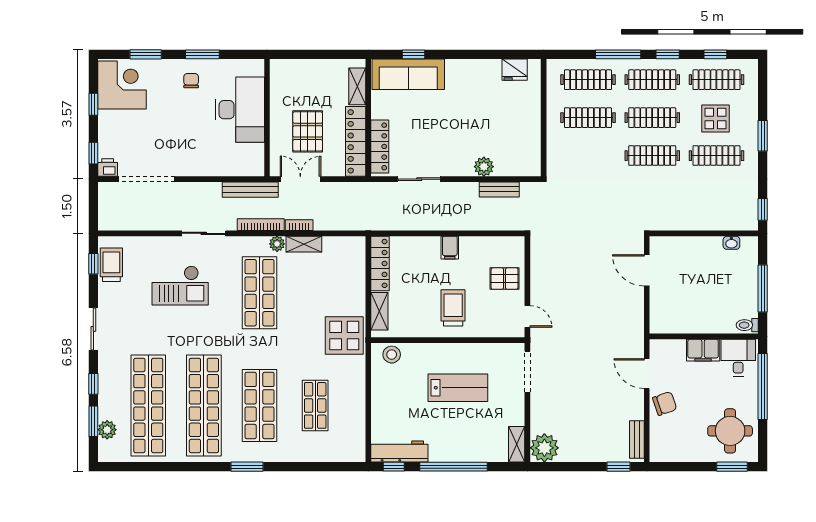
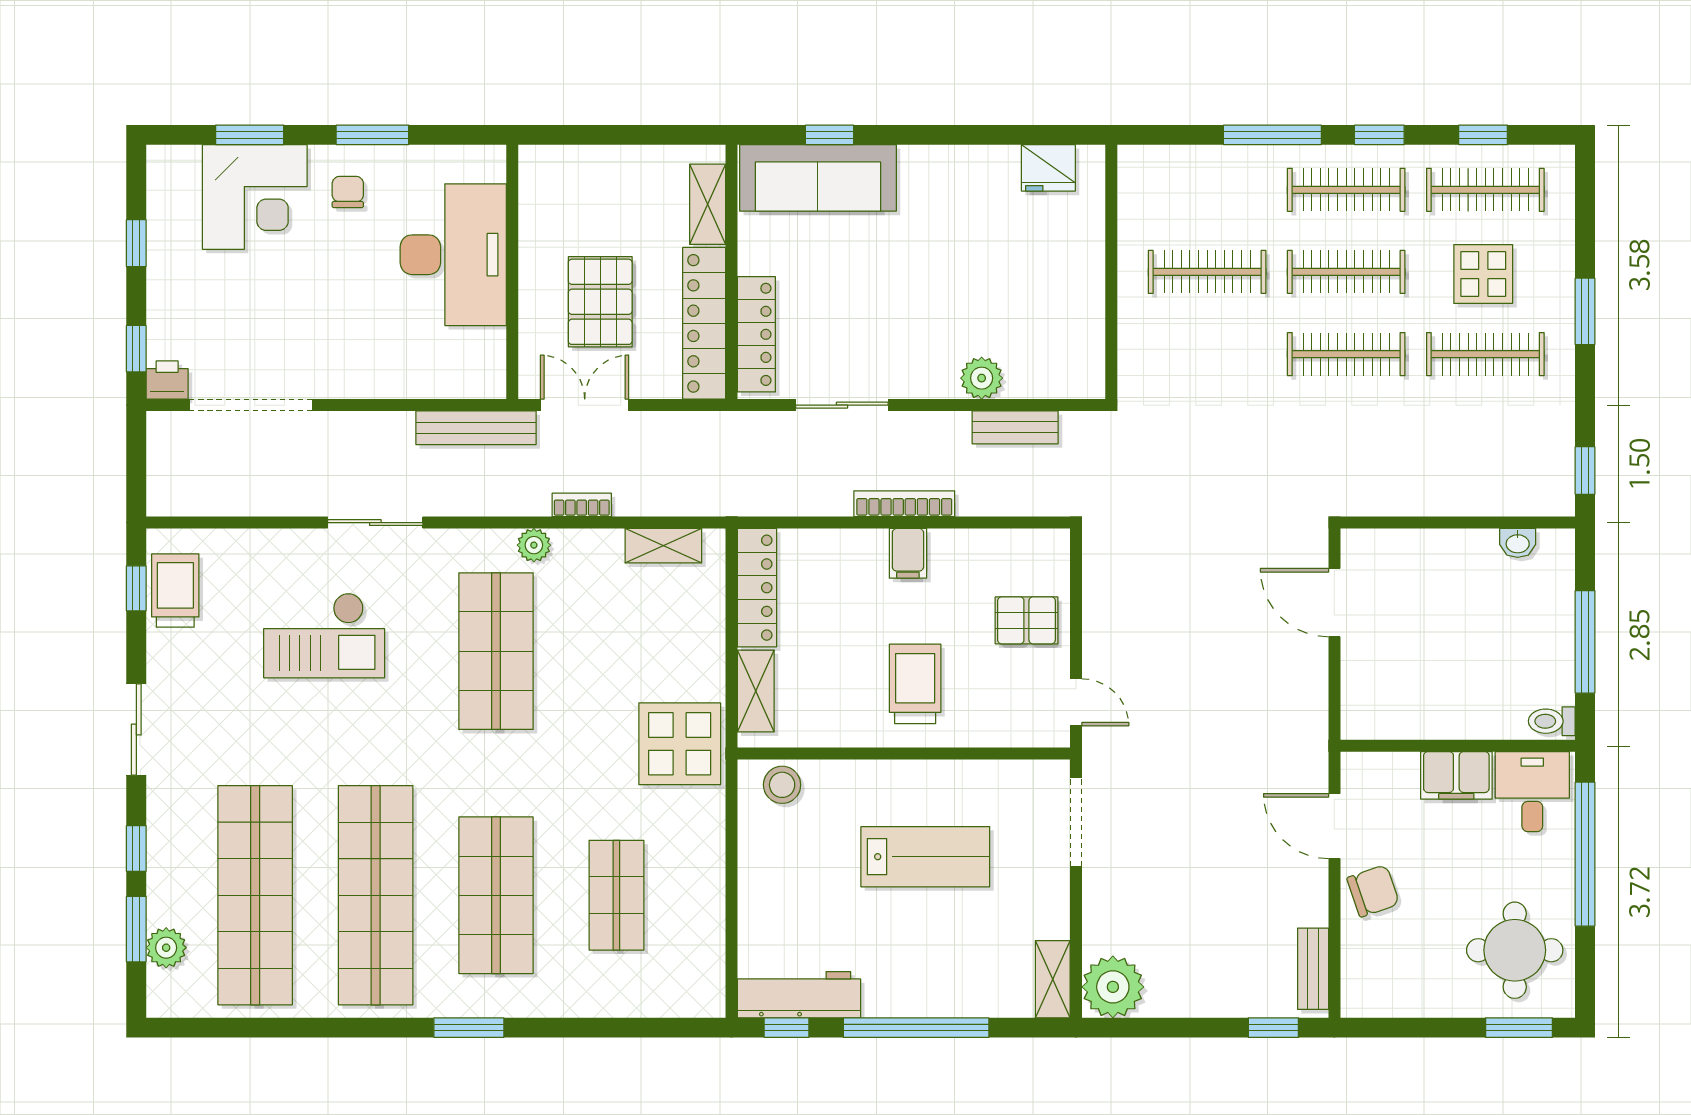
clothes rail: (588, 80) -> (1207, 190), removed
corner desk: (122, 85) -> (255, 197), moved, turned 90
bookcase: (261, 225) -> (904, 504), moved
shelving: (304, 244) -> (663, 546), moved

